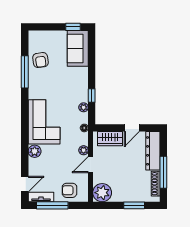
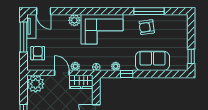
sofa: (78, 48) -> (152, 61), moved
armchair: (41, 60) -> (147, 27), moved
wardrobe: (110, 139) -> (81, 82), moved, turned -90

